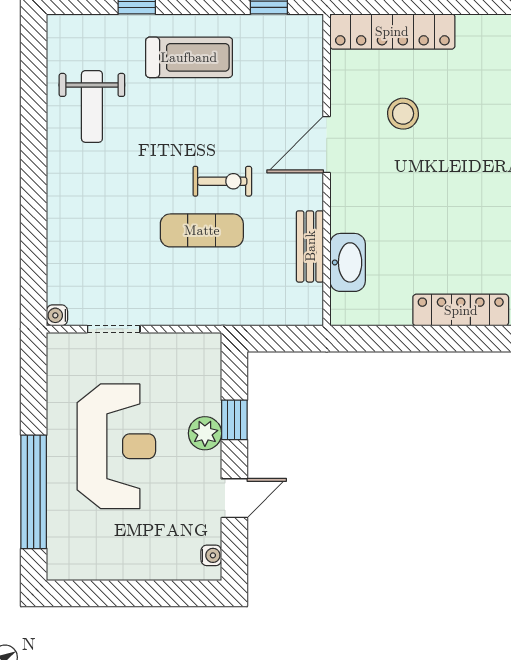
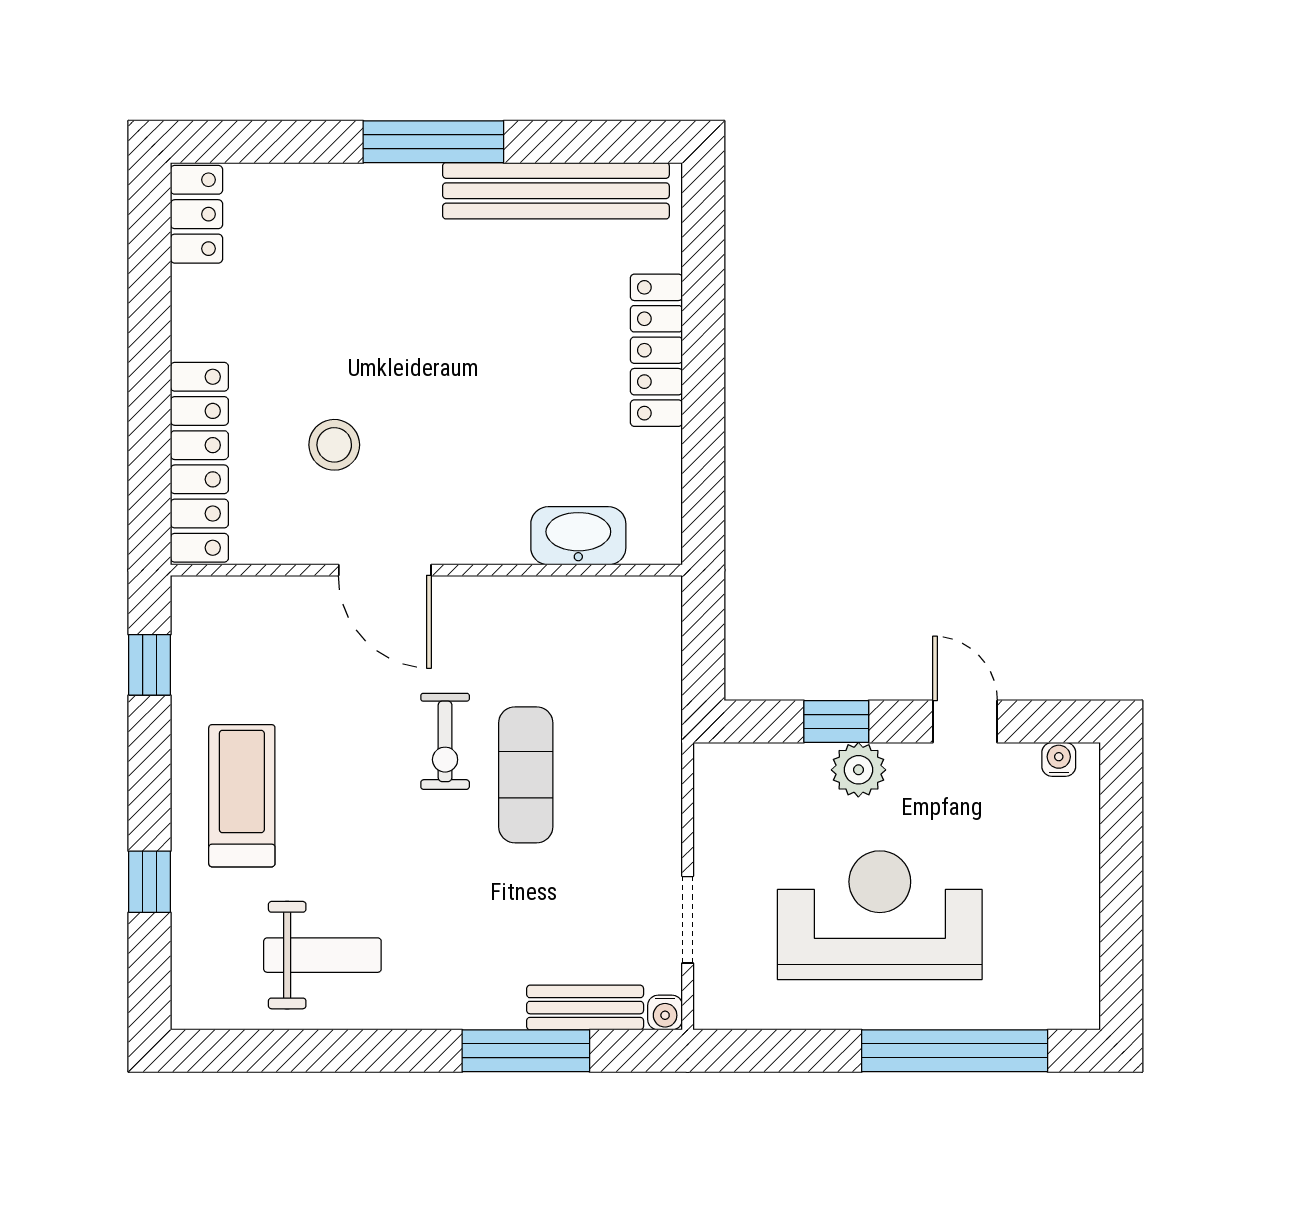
exercise bike: (222, 181) -> (445, 741), turned 180
window: (34, 230) -> (526, 1051), added
bench: (310, 246) -> (585, 1008), moved

